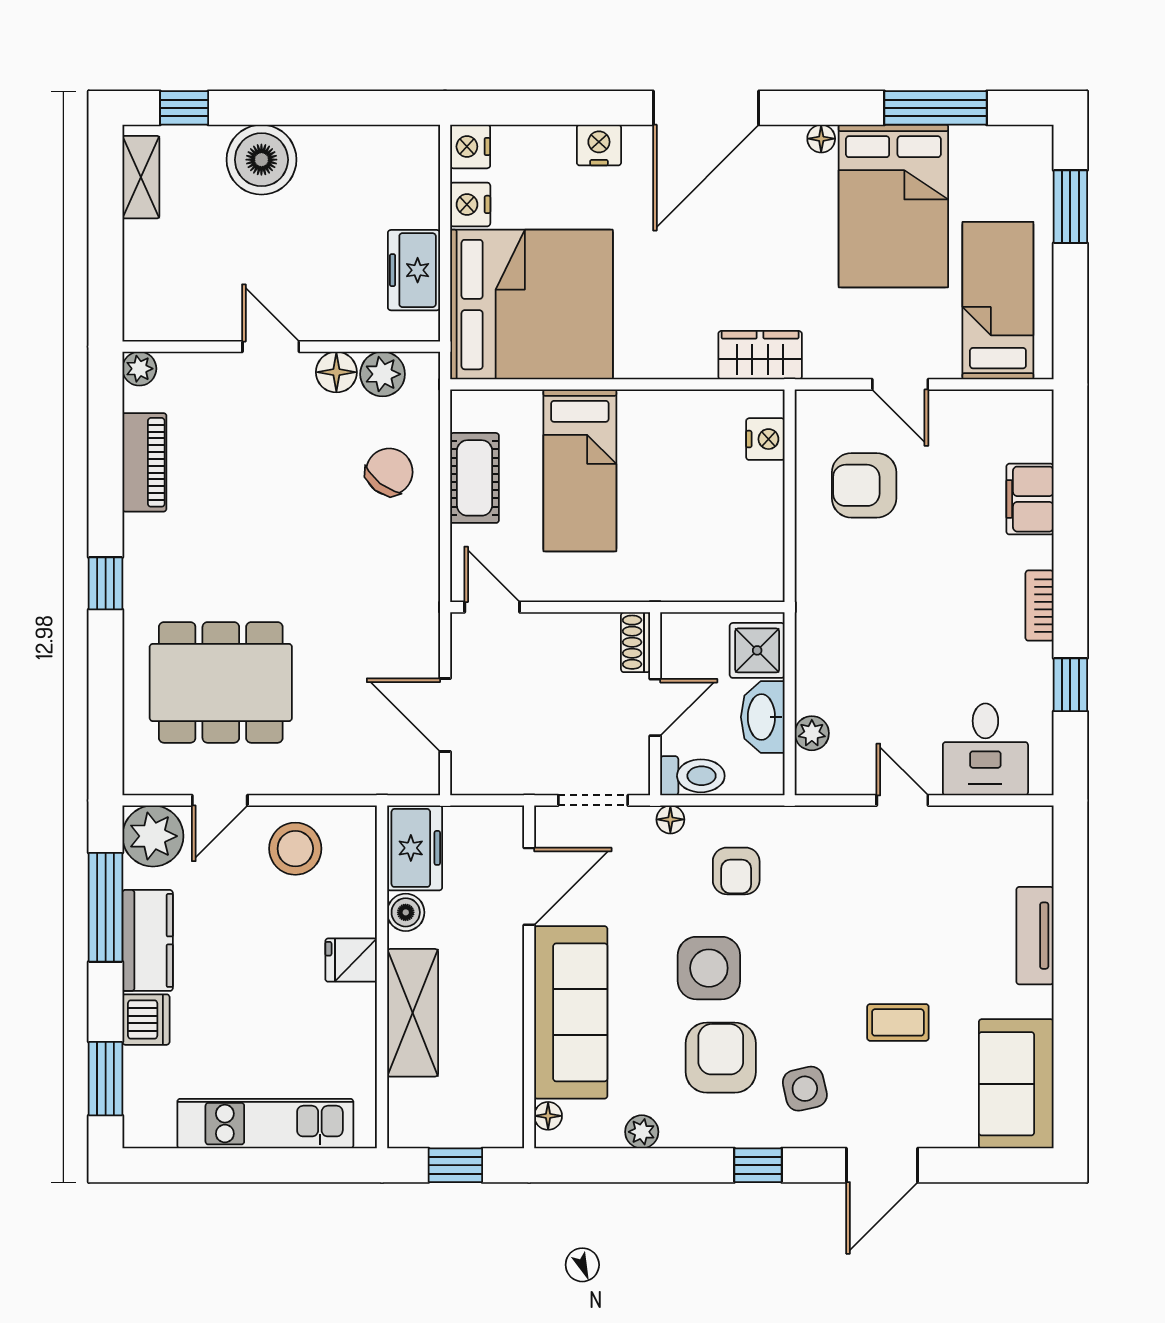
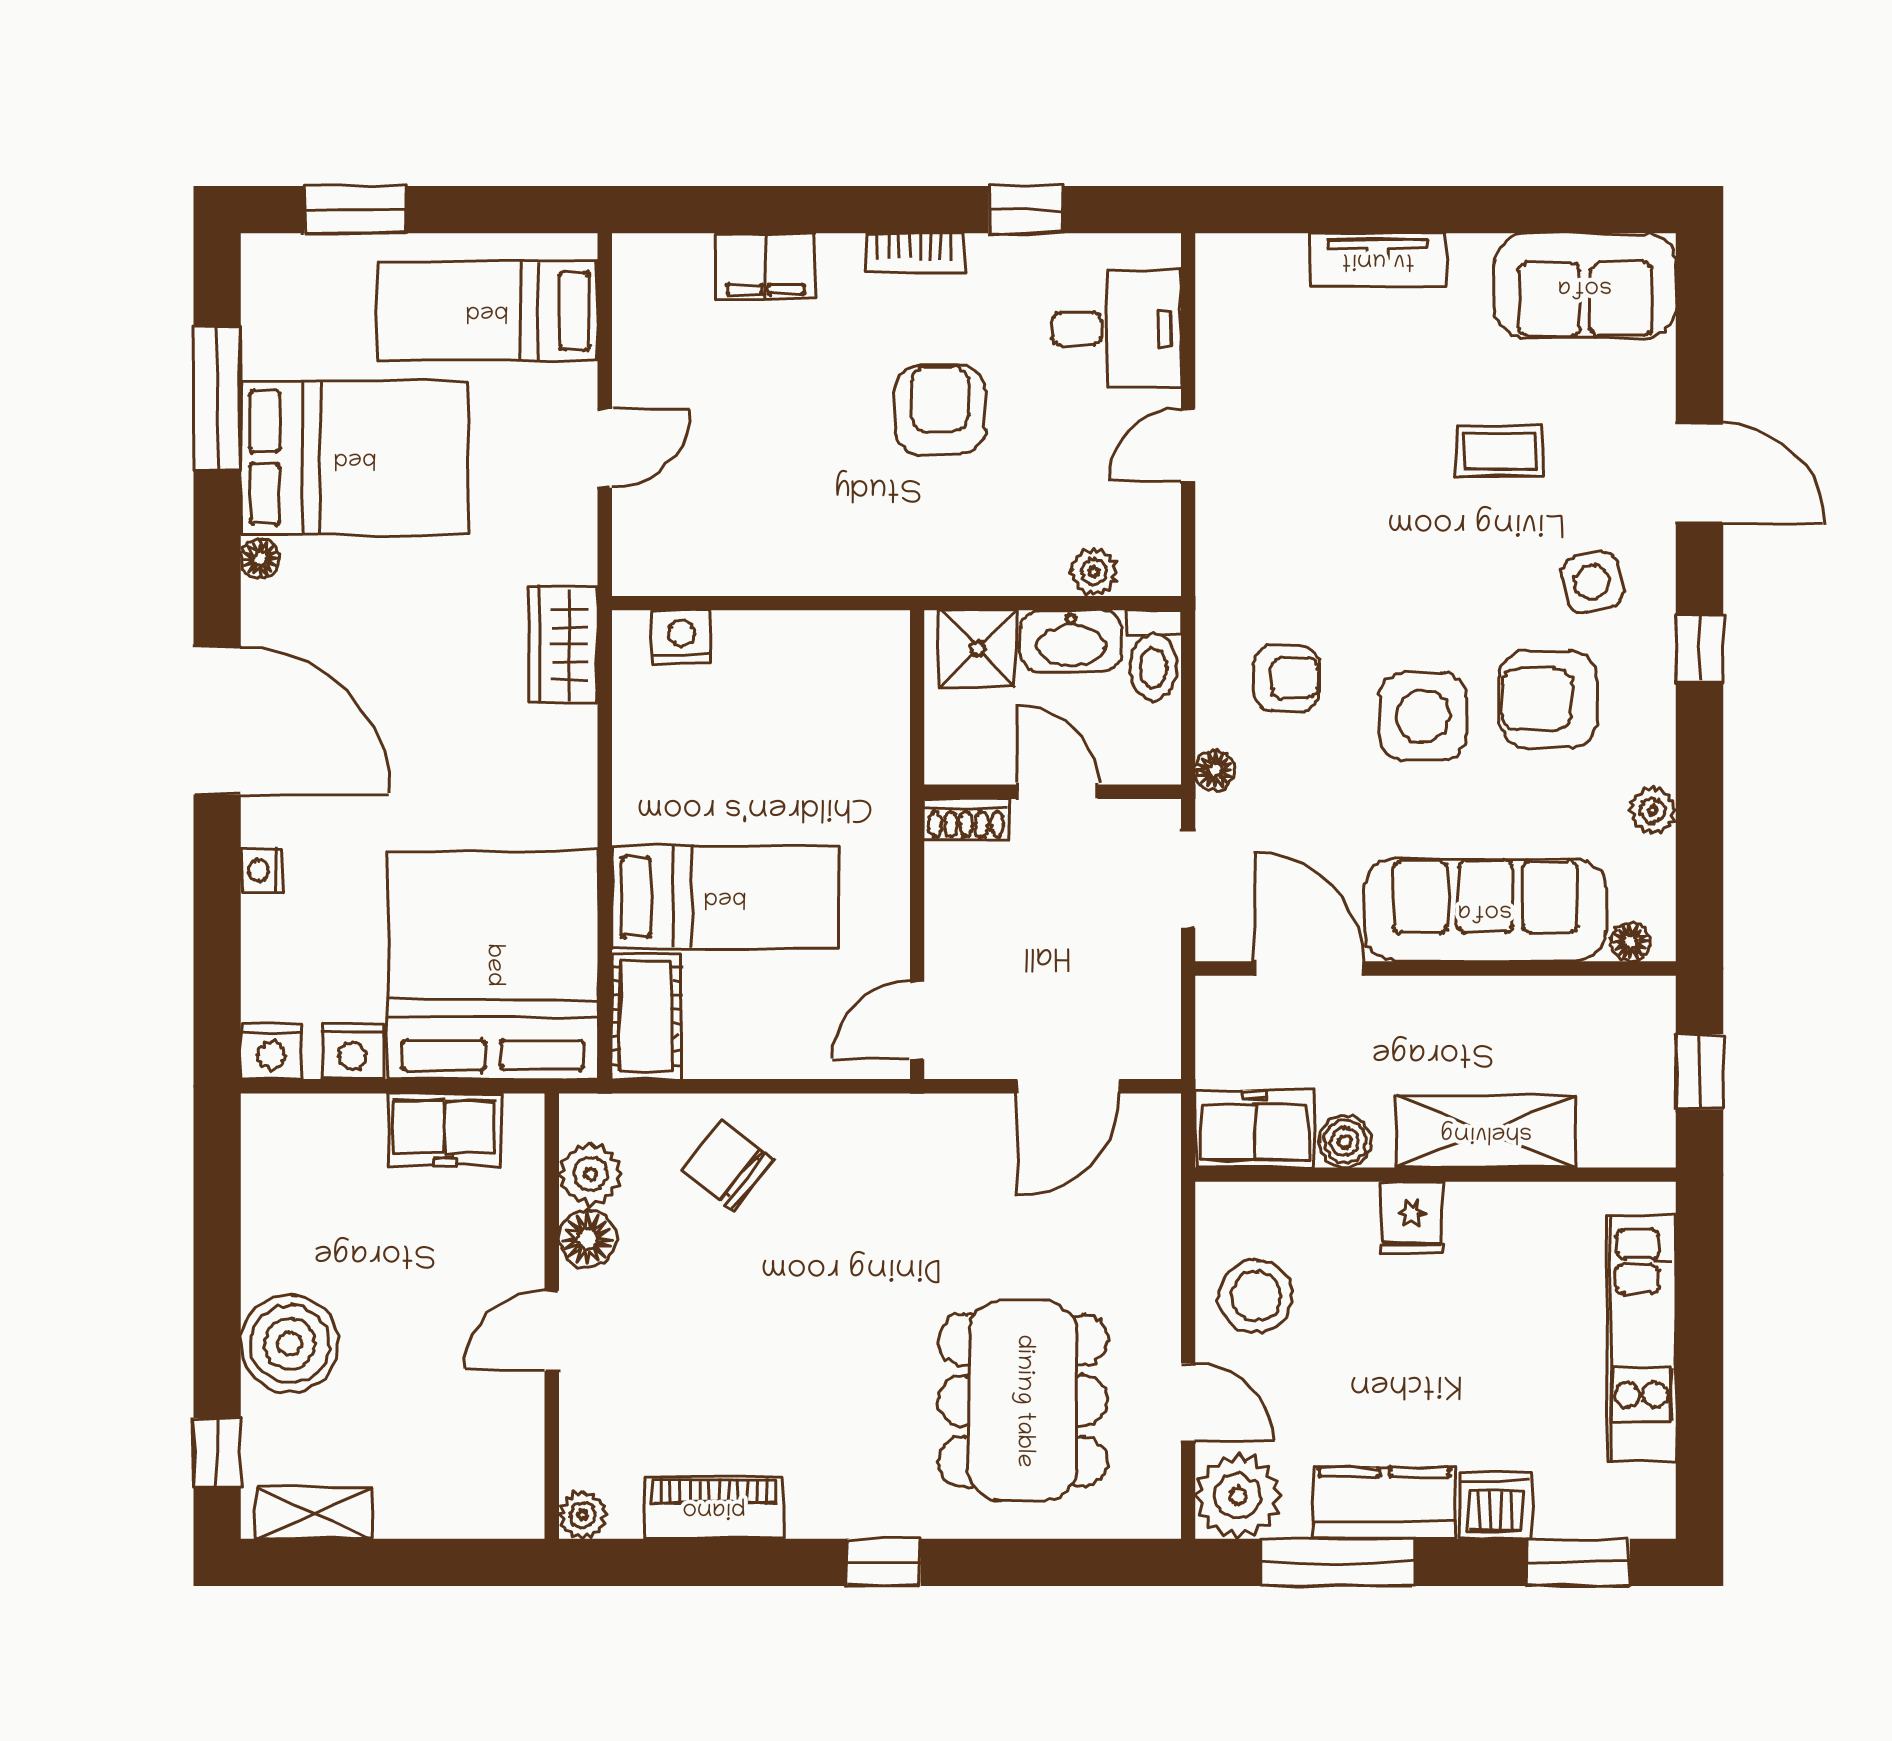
nightstand: (599, 145) -> (262, 871), width x0.72, depth x0.74
cot: (475, 478) -> (646, 1016), moved, turned 90
armchair: (864, 485) -> (940, 410), moved, turned 180
toilet: (692, 776) -> (1154, 655), moved, turned 180
coffee table: (898, 1022) -> (1499, 451), turned 90

